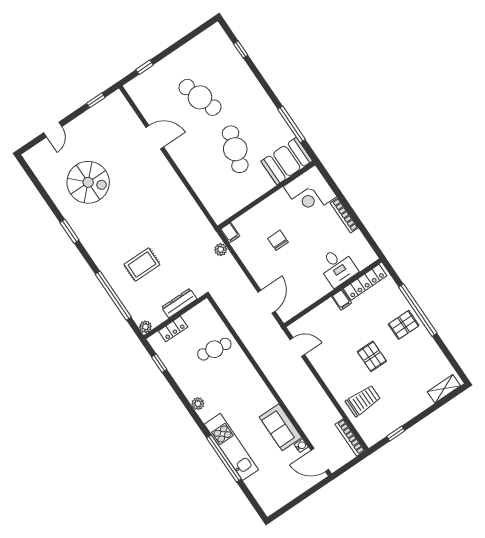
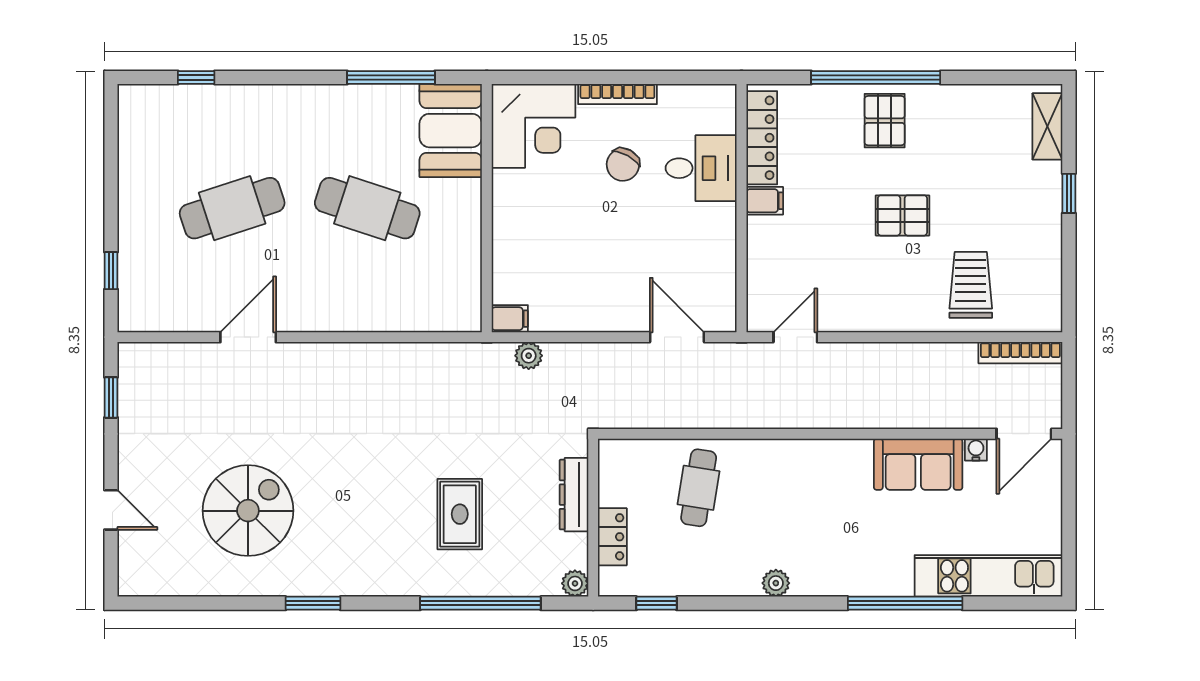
chair: (278, 240) -> (623, 165), moved, turned -61
window: (396, 434) -> (1069, 193), moved
kitchen unit: (231, 447) -> (988, 576), moved

